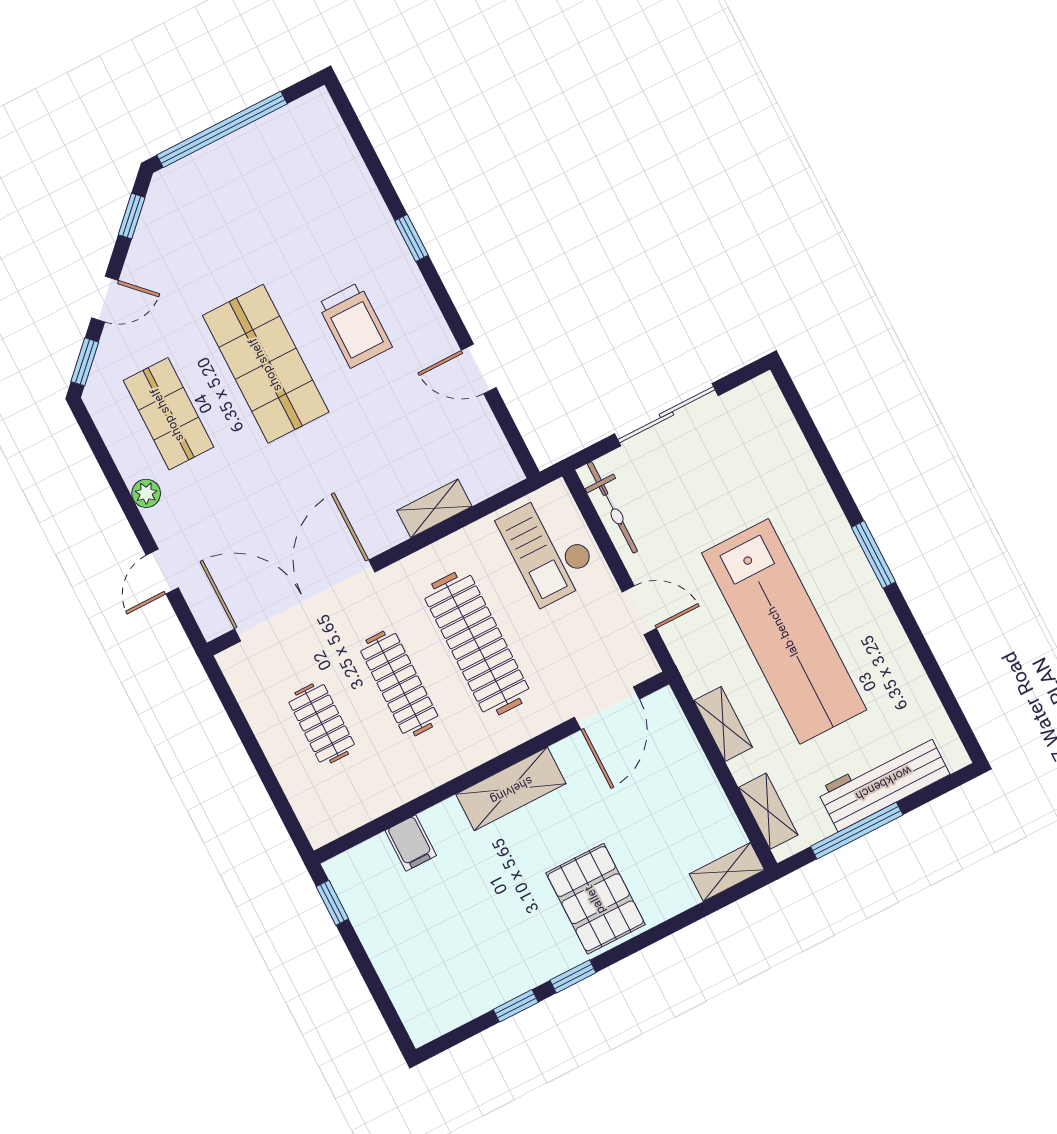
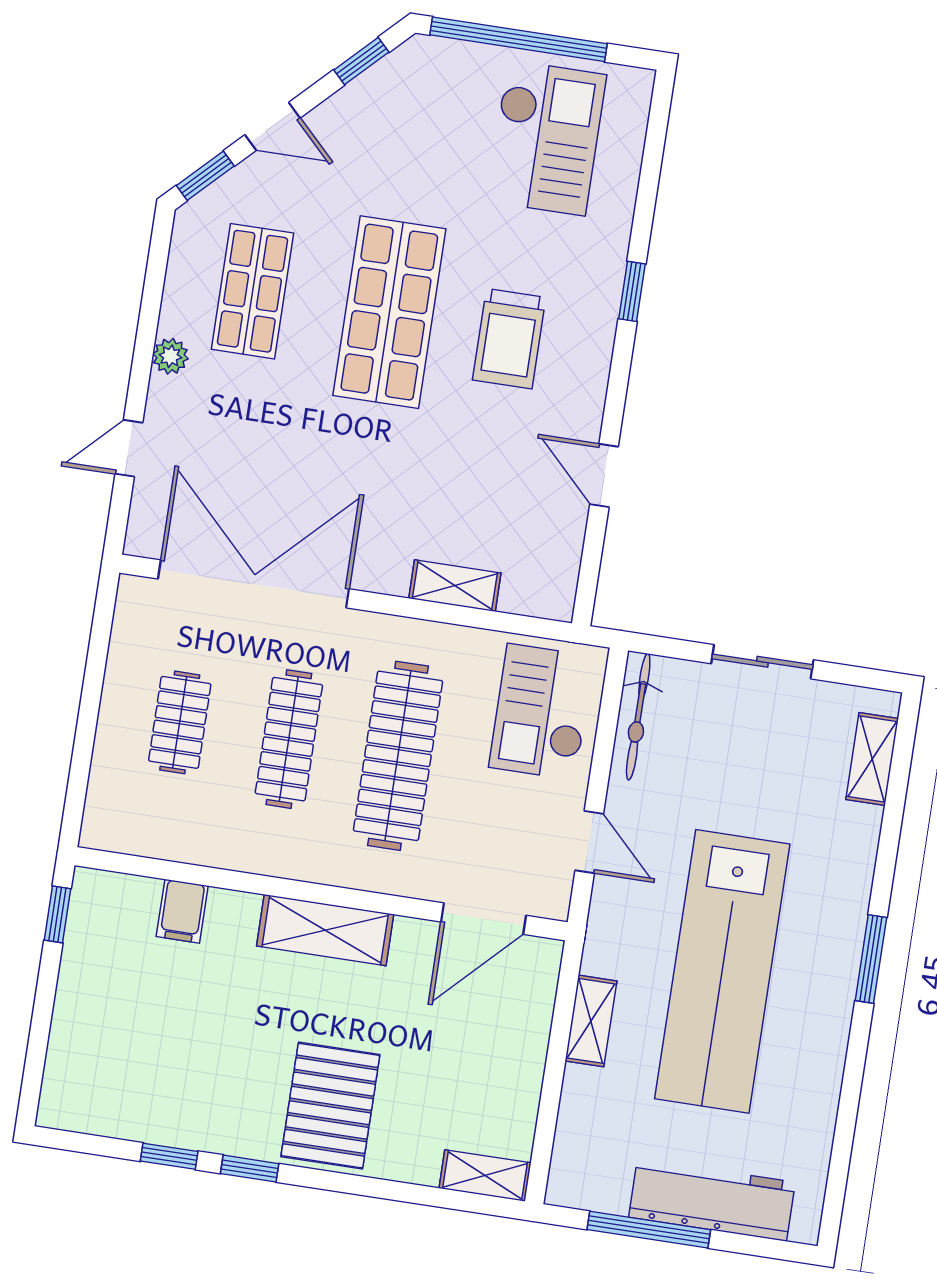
checkout: (285, 180) -> (546, 138), added
sliding door: (666, 415) -> (762, 662), width x0.73
shelving: (768, 811) -> (872, 759), moved

